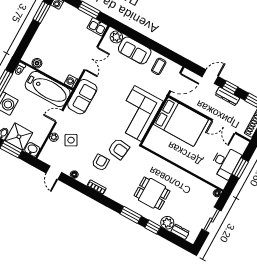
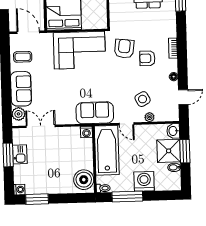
kitchen sink: (97, 27) -> (20, 154), moved
double door: (91, 58) -> (41, 126), moved
boiler: (37, 63) -> (84, 180), width x1.86, depth x1.86

